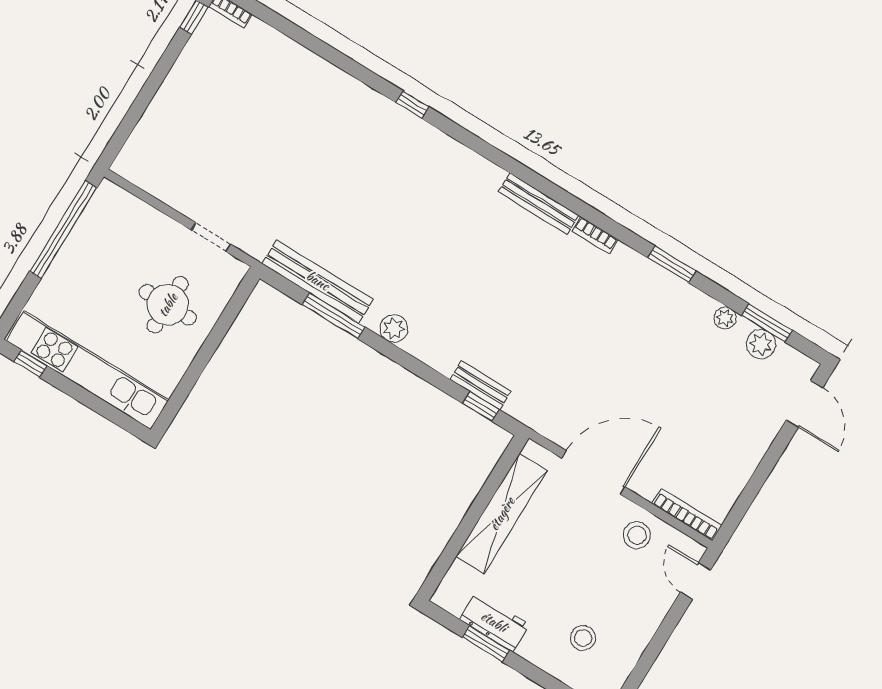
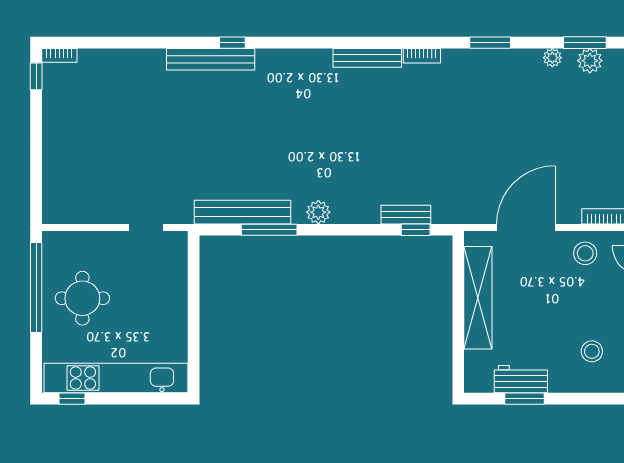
bench: (380, 108) -> (211, 59), added
round table: (168, 305) -> (82, 298), moved

